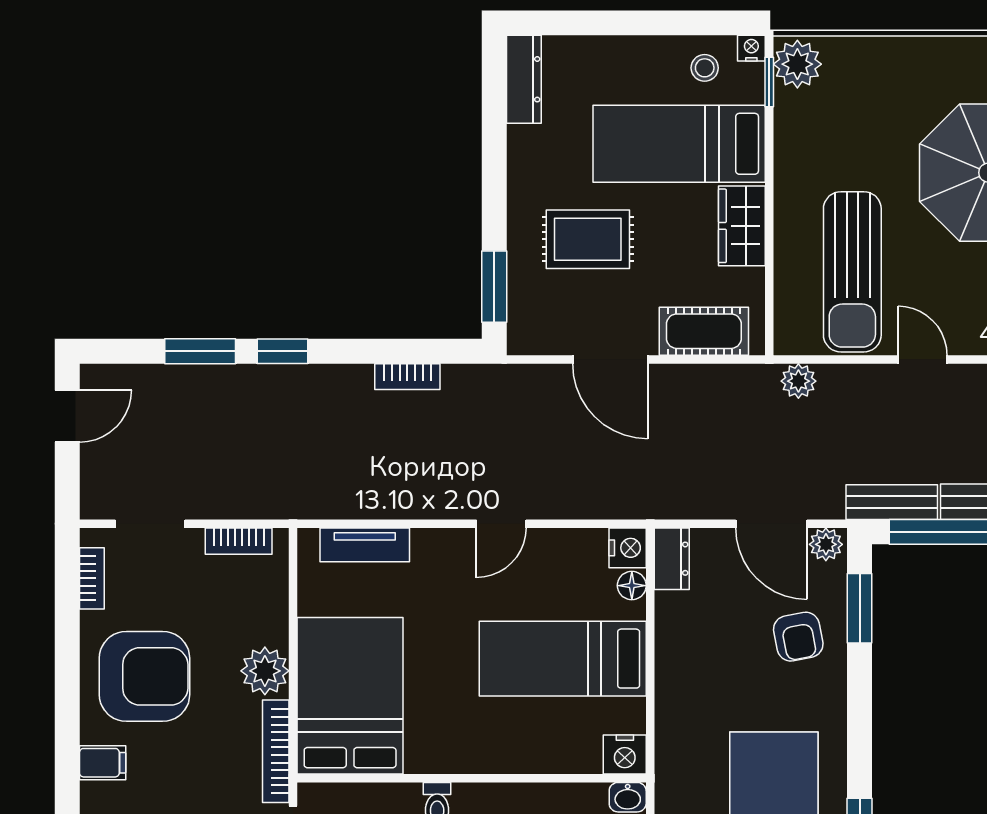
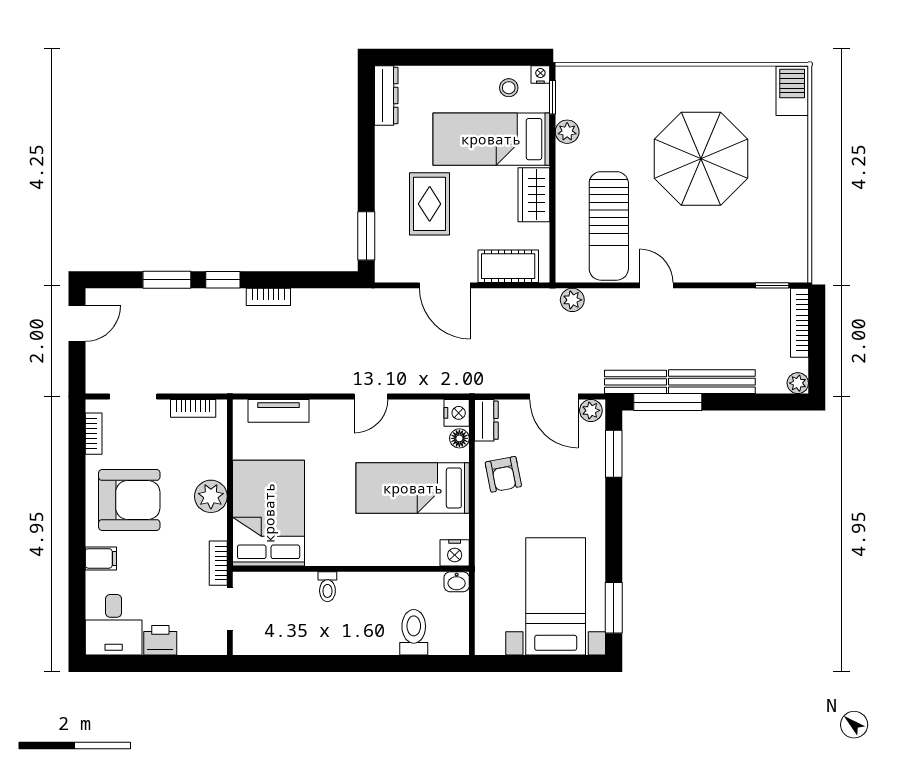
plant: (797, 64) -> (567, 132), moved, width x0.73, depth x0.73
rug: (588, 239) -> (430, 204), turned 90
bookcase: (407, 377) -> (268, 297), moved
armchair: (798, 637) -> (503, 474), moved
bookcase: (276, 751) -> (218, 563), width x0.64

